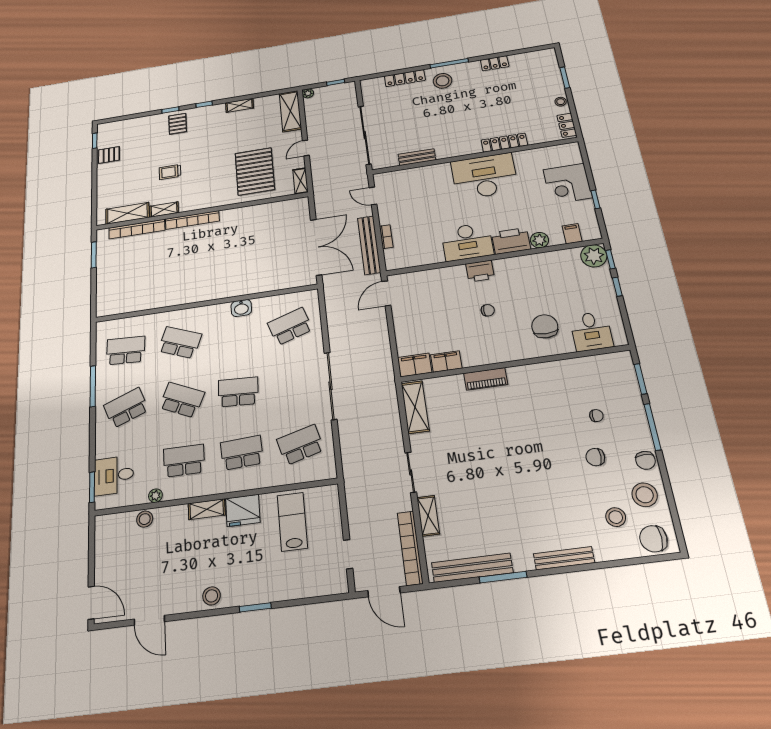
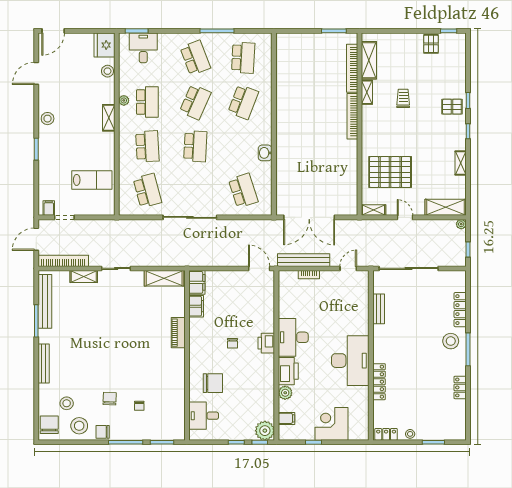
plant: (155, 496) -> (124, 100), moved
fridge: (243, 510) -> (105, 45), moved
filing cabinet: (337, 579) -> (49, 208), added

